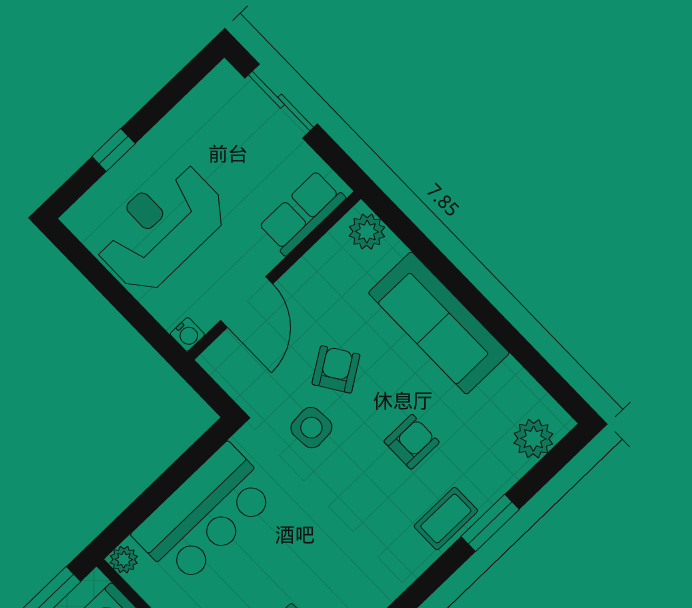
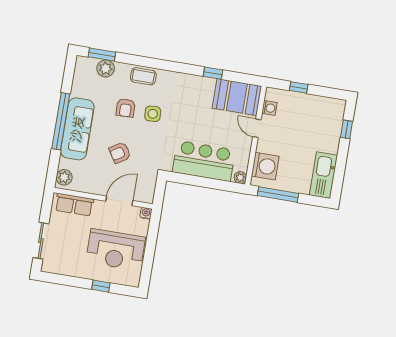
window: (476, 303) -> (61, 121), added
side table: (311, 428) -> (153, 114), moved
plant: (533, 439) -> (106, 69), moved
armchair: (412, 442) -> (126, 108), turned -92
window: (490, 523) -> (102, 55), moved

